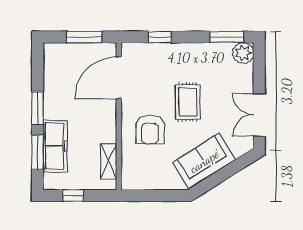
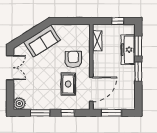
window: (226, 37) -> (40, 113), moved
rug: (188, 102) -> (68, 84), moved

